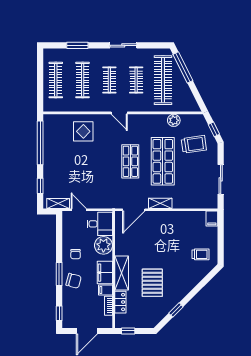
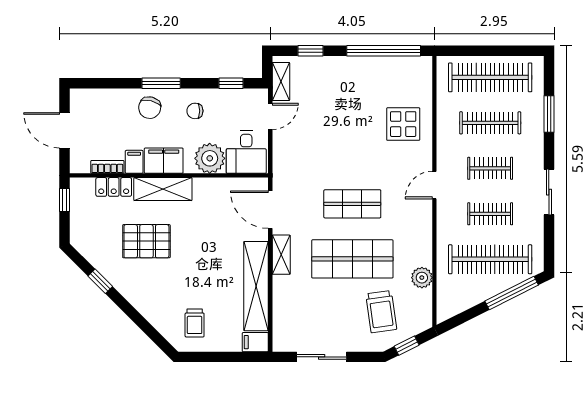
clothes rail: (56, 80) -> (490, 77), width x1.37, depth x1.31
shelving: (179, 218) -> (256, 286), added
window: (59, 313) -> (231, 83), moved

